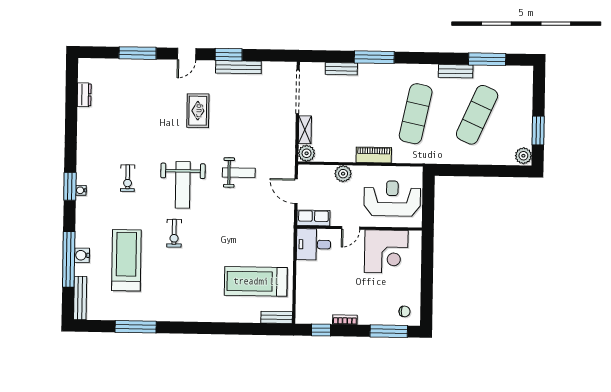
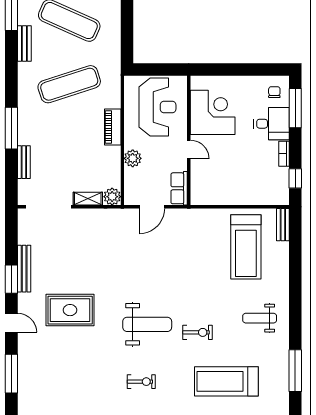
rug: (198, 111) -> (70, 310), width x1.36, depth x1.43
exercise mat: (416, 114) -> (69, 84), turned -30
weight bench: (239, 173) -> (260, 318), moved, turned -90
reception desk: (392, 198) -> (157, 107), turned 180
desk: (313, 244) -> (271, 124), moved, turned -90

